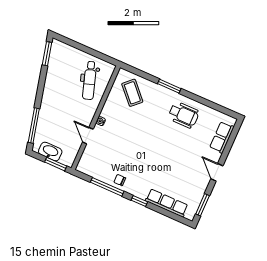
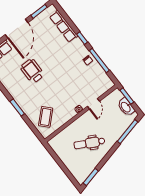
dental chair: (90, 80) -> (89, 143), moved, turned -134
wheelchair: (184, 115) -> (32, 71), moved
door: (217, 172) -> (17, 29), width x1.88

